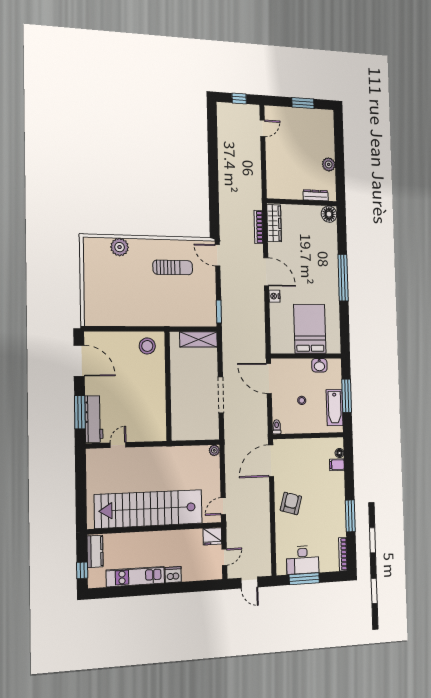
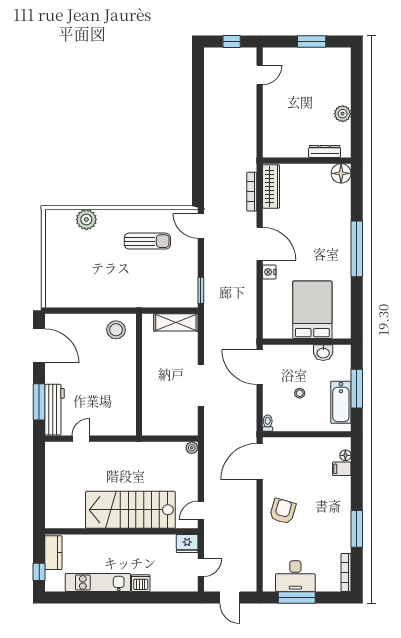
stairs: (149, 509) -> (130, 510), width x0.73

